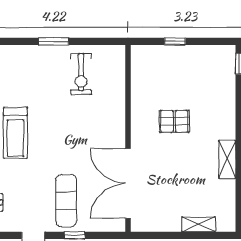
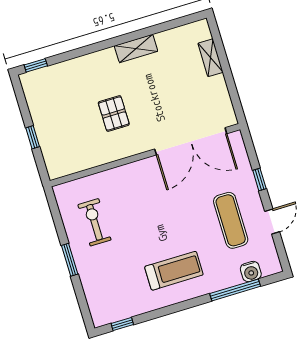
exercise bike: (81, 74) -> (94, 222), turned -90
exercise mat: (66, 201) -> (231, 220), moved, turned 90

